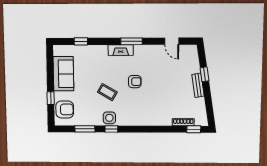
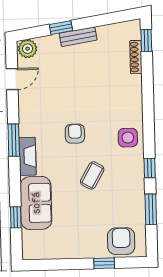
plant: (191, 52) -> (28, 49), added
sofa: (63, 74) -> (36, 203), moved, turned 90
side table: (109, 118) -> (128, 138), moved

